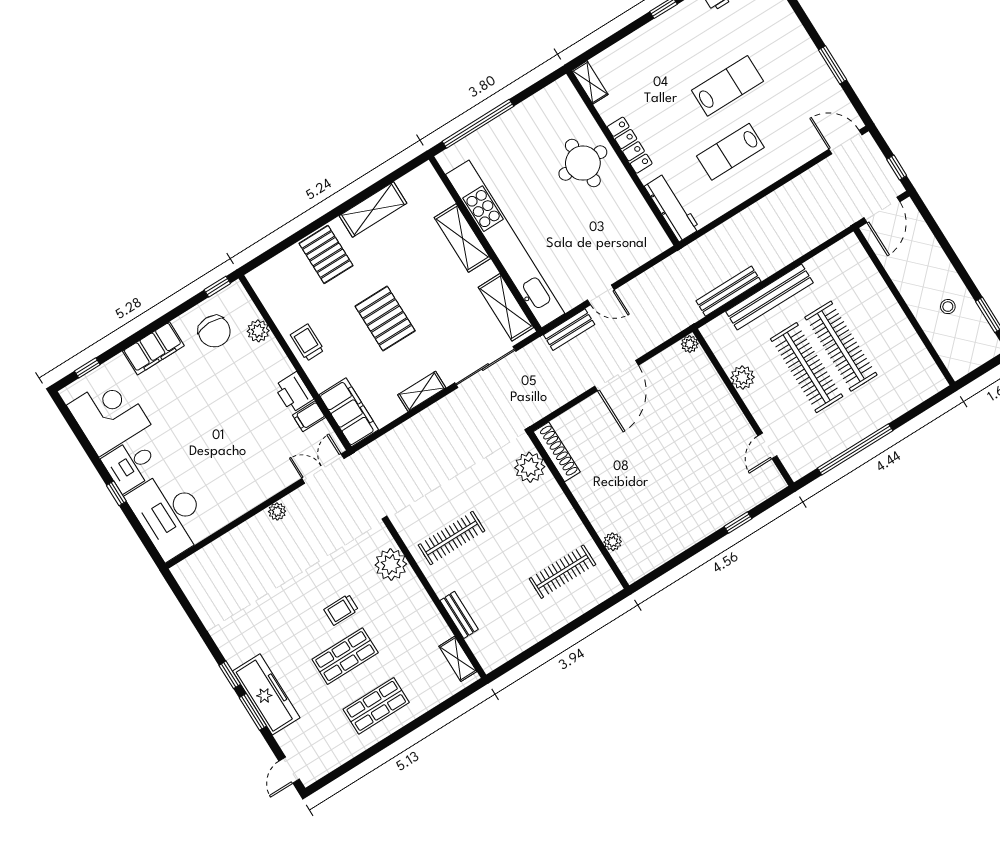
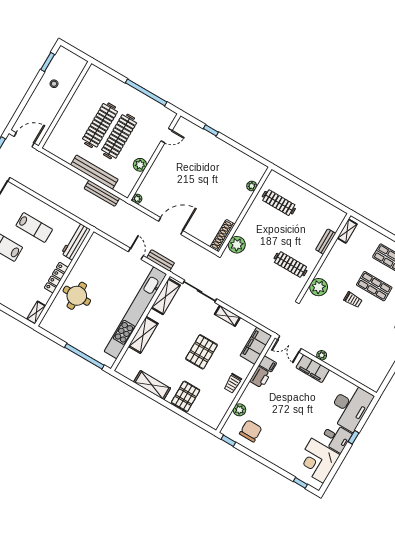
filing cabinet: (153, 348) -> (313, 369), moved, turned 180

